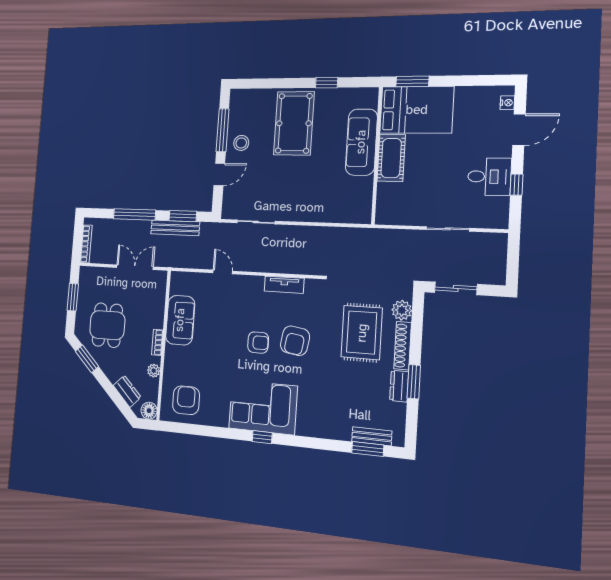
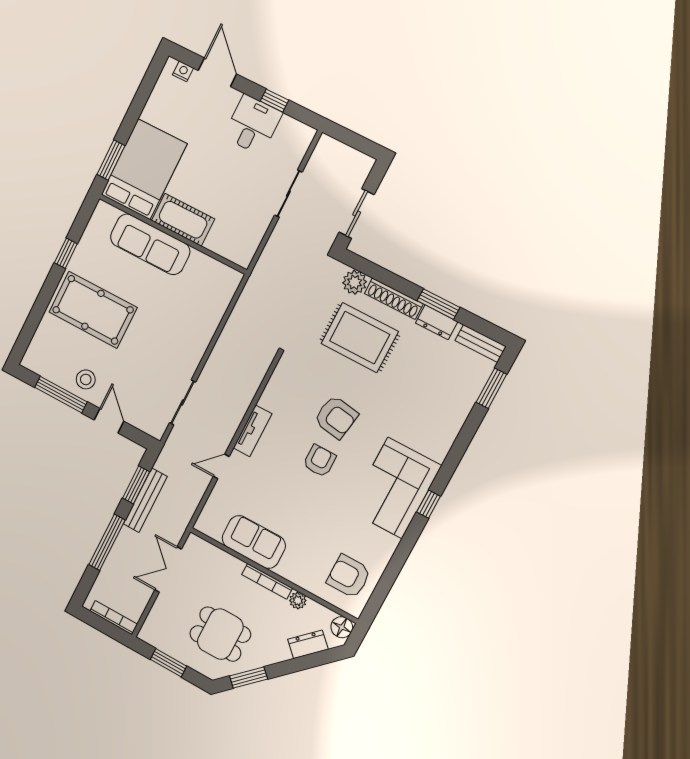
tv unit: (284, 285) -> (253, 431), moved
bookcase: (157, 342) -> (267, 581), width x1.56
bench: (372, 436) -> (481, 343), moved, turned 90

